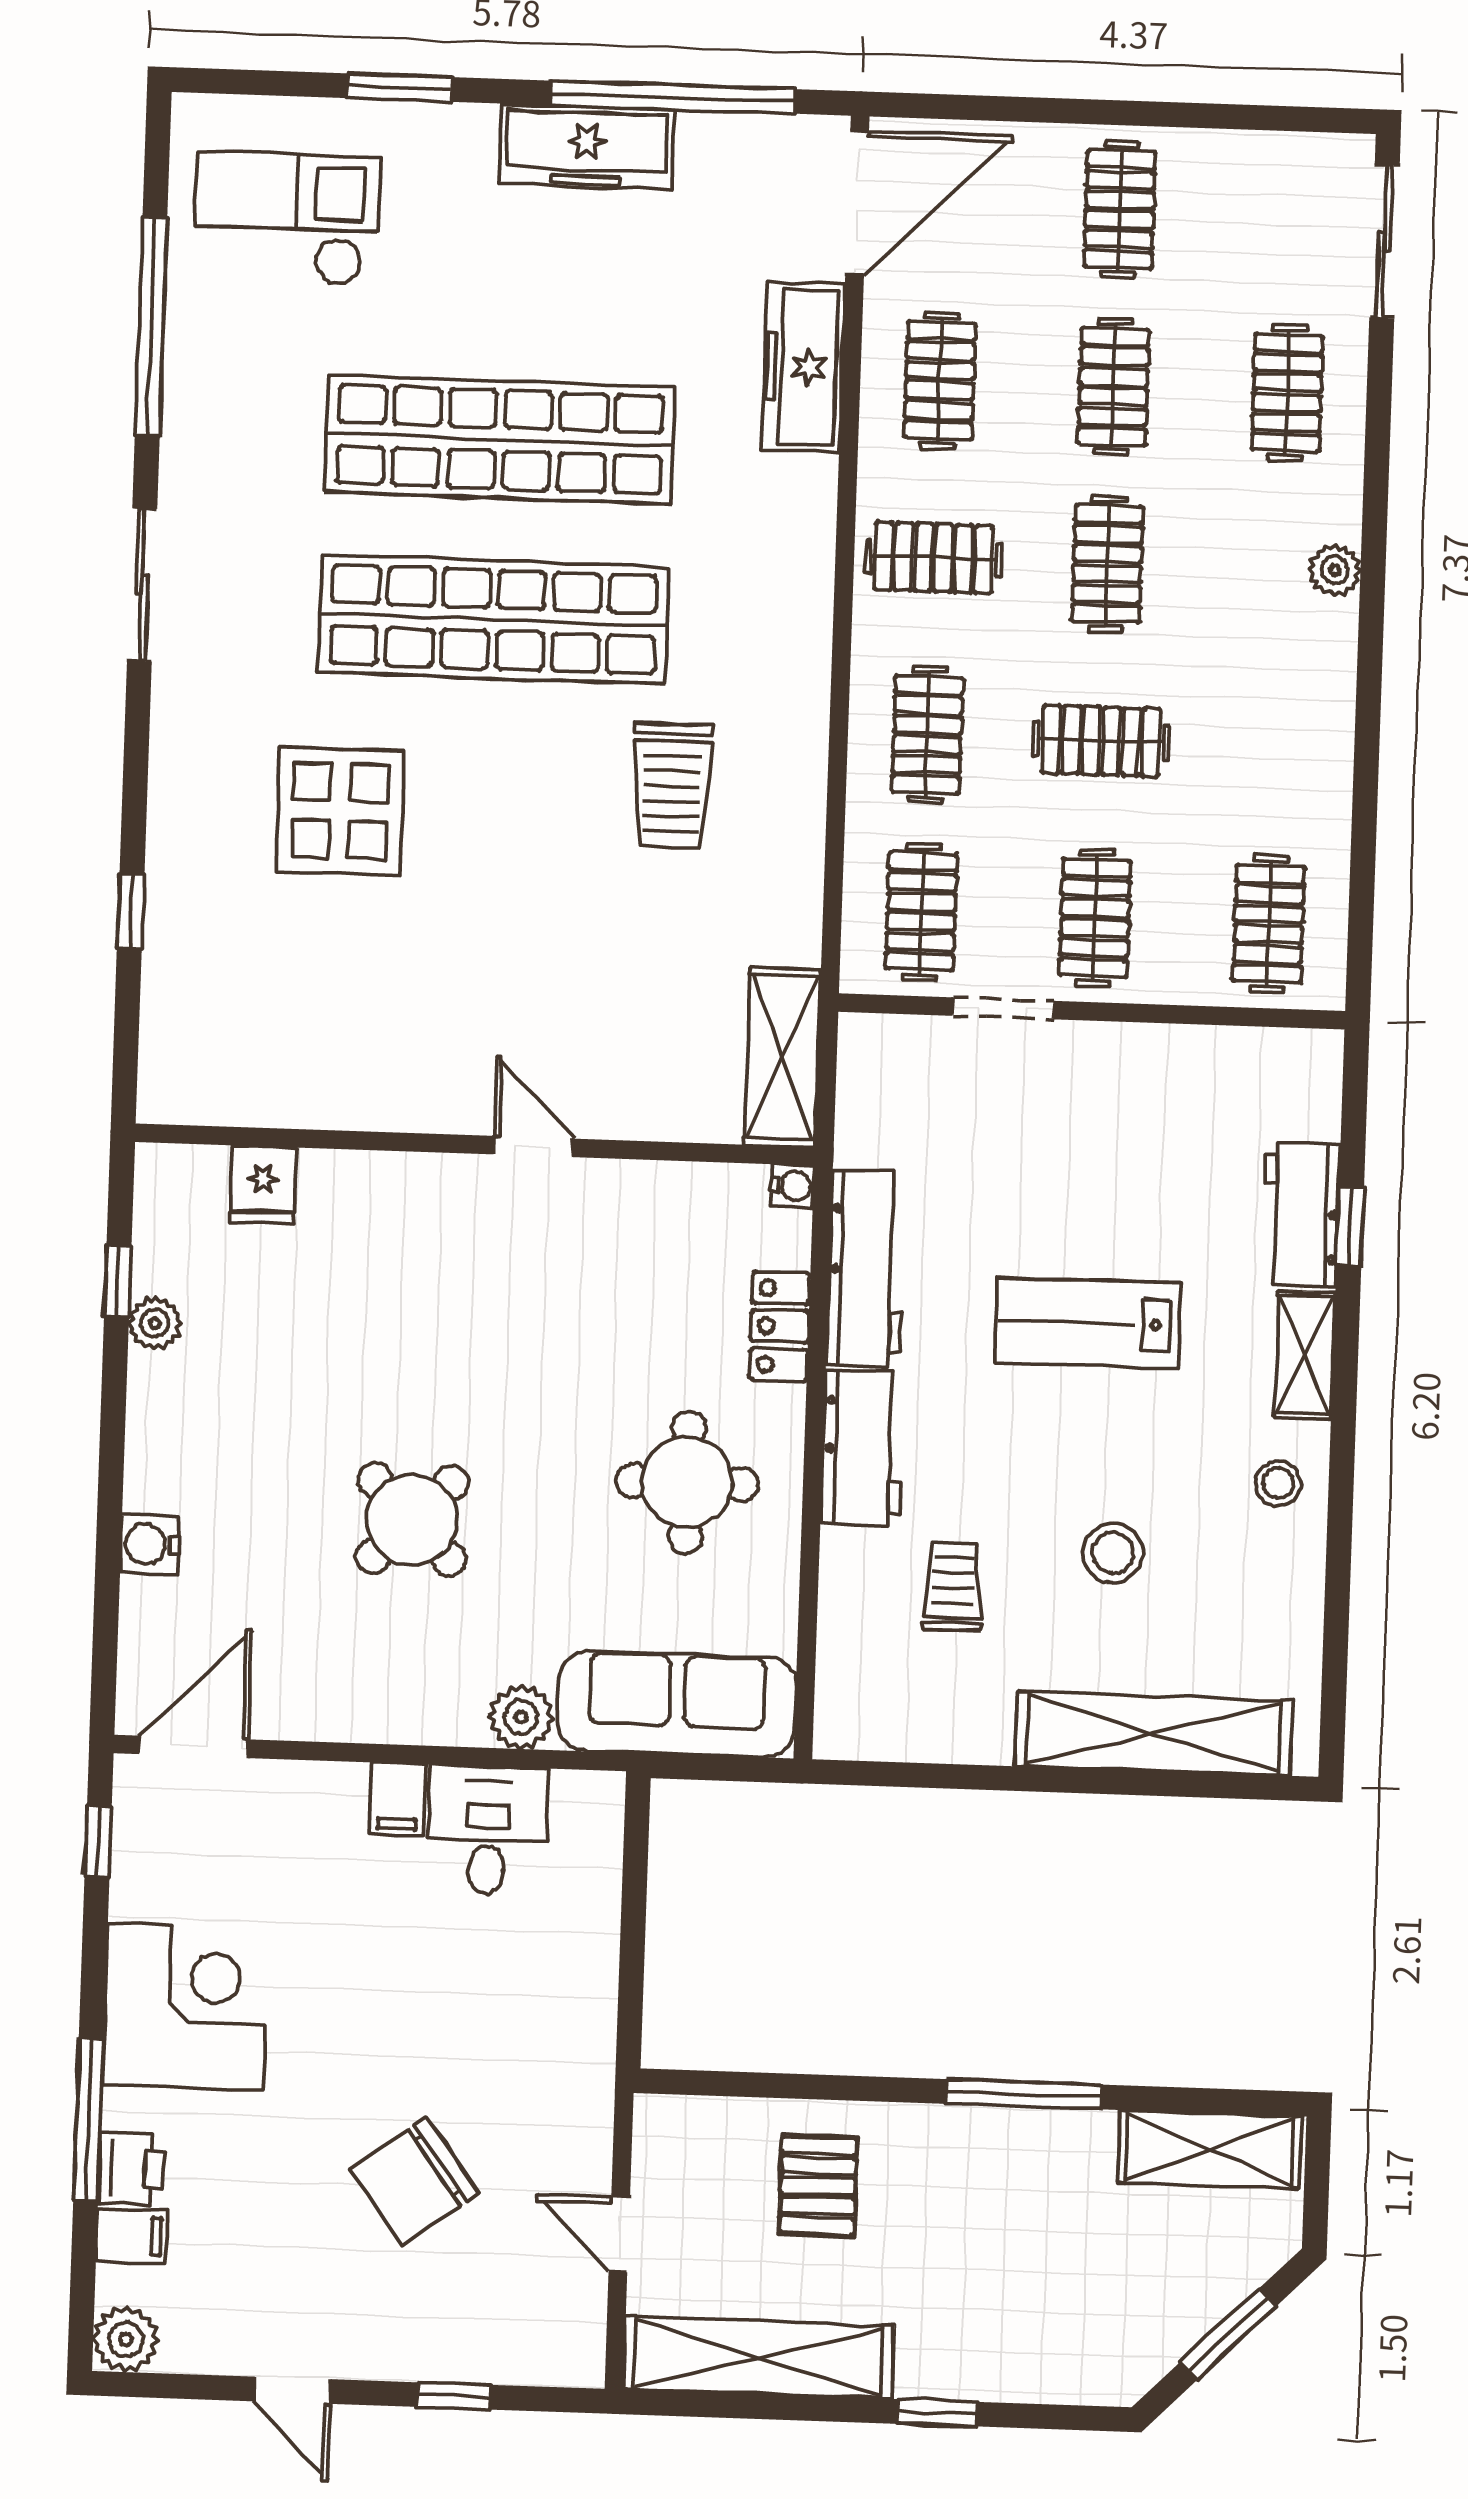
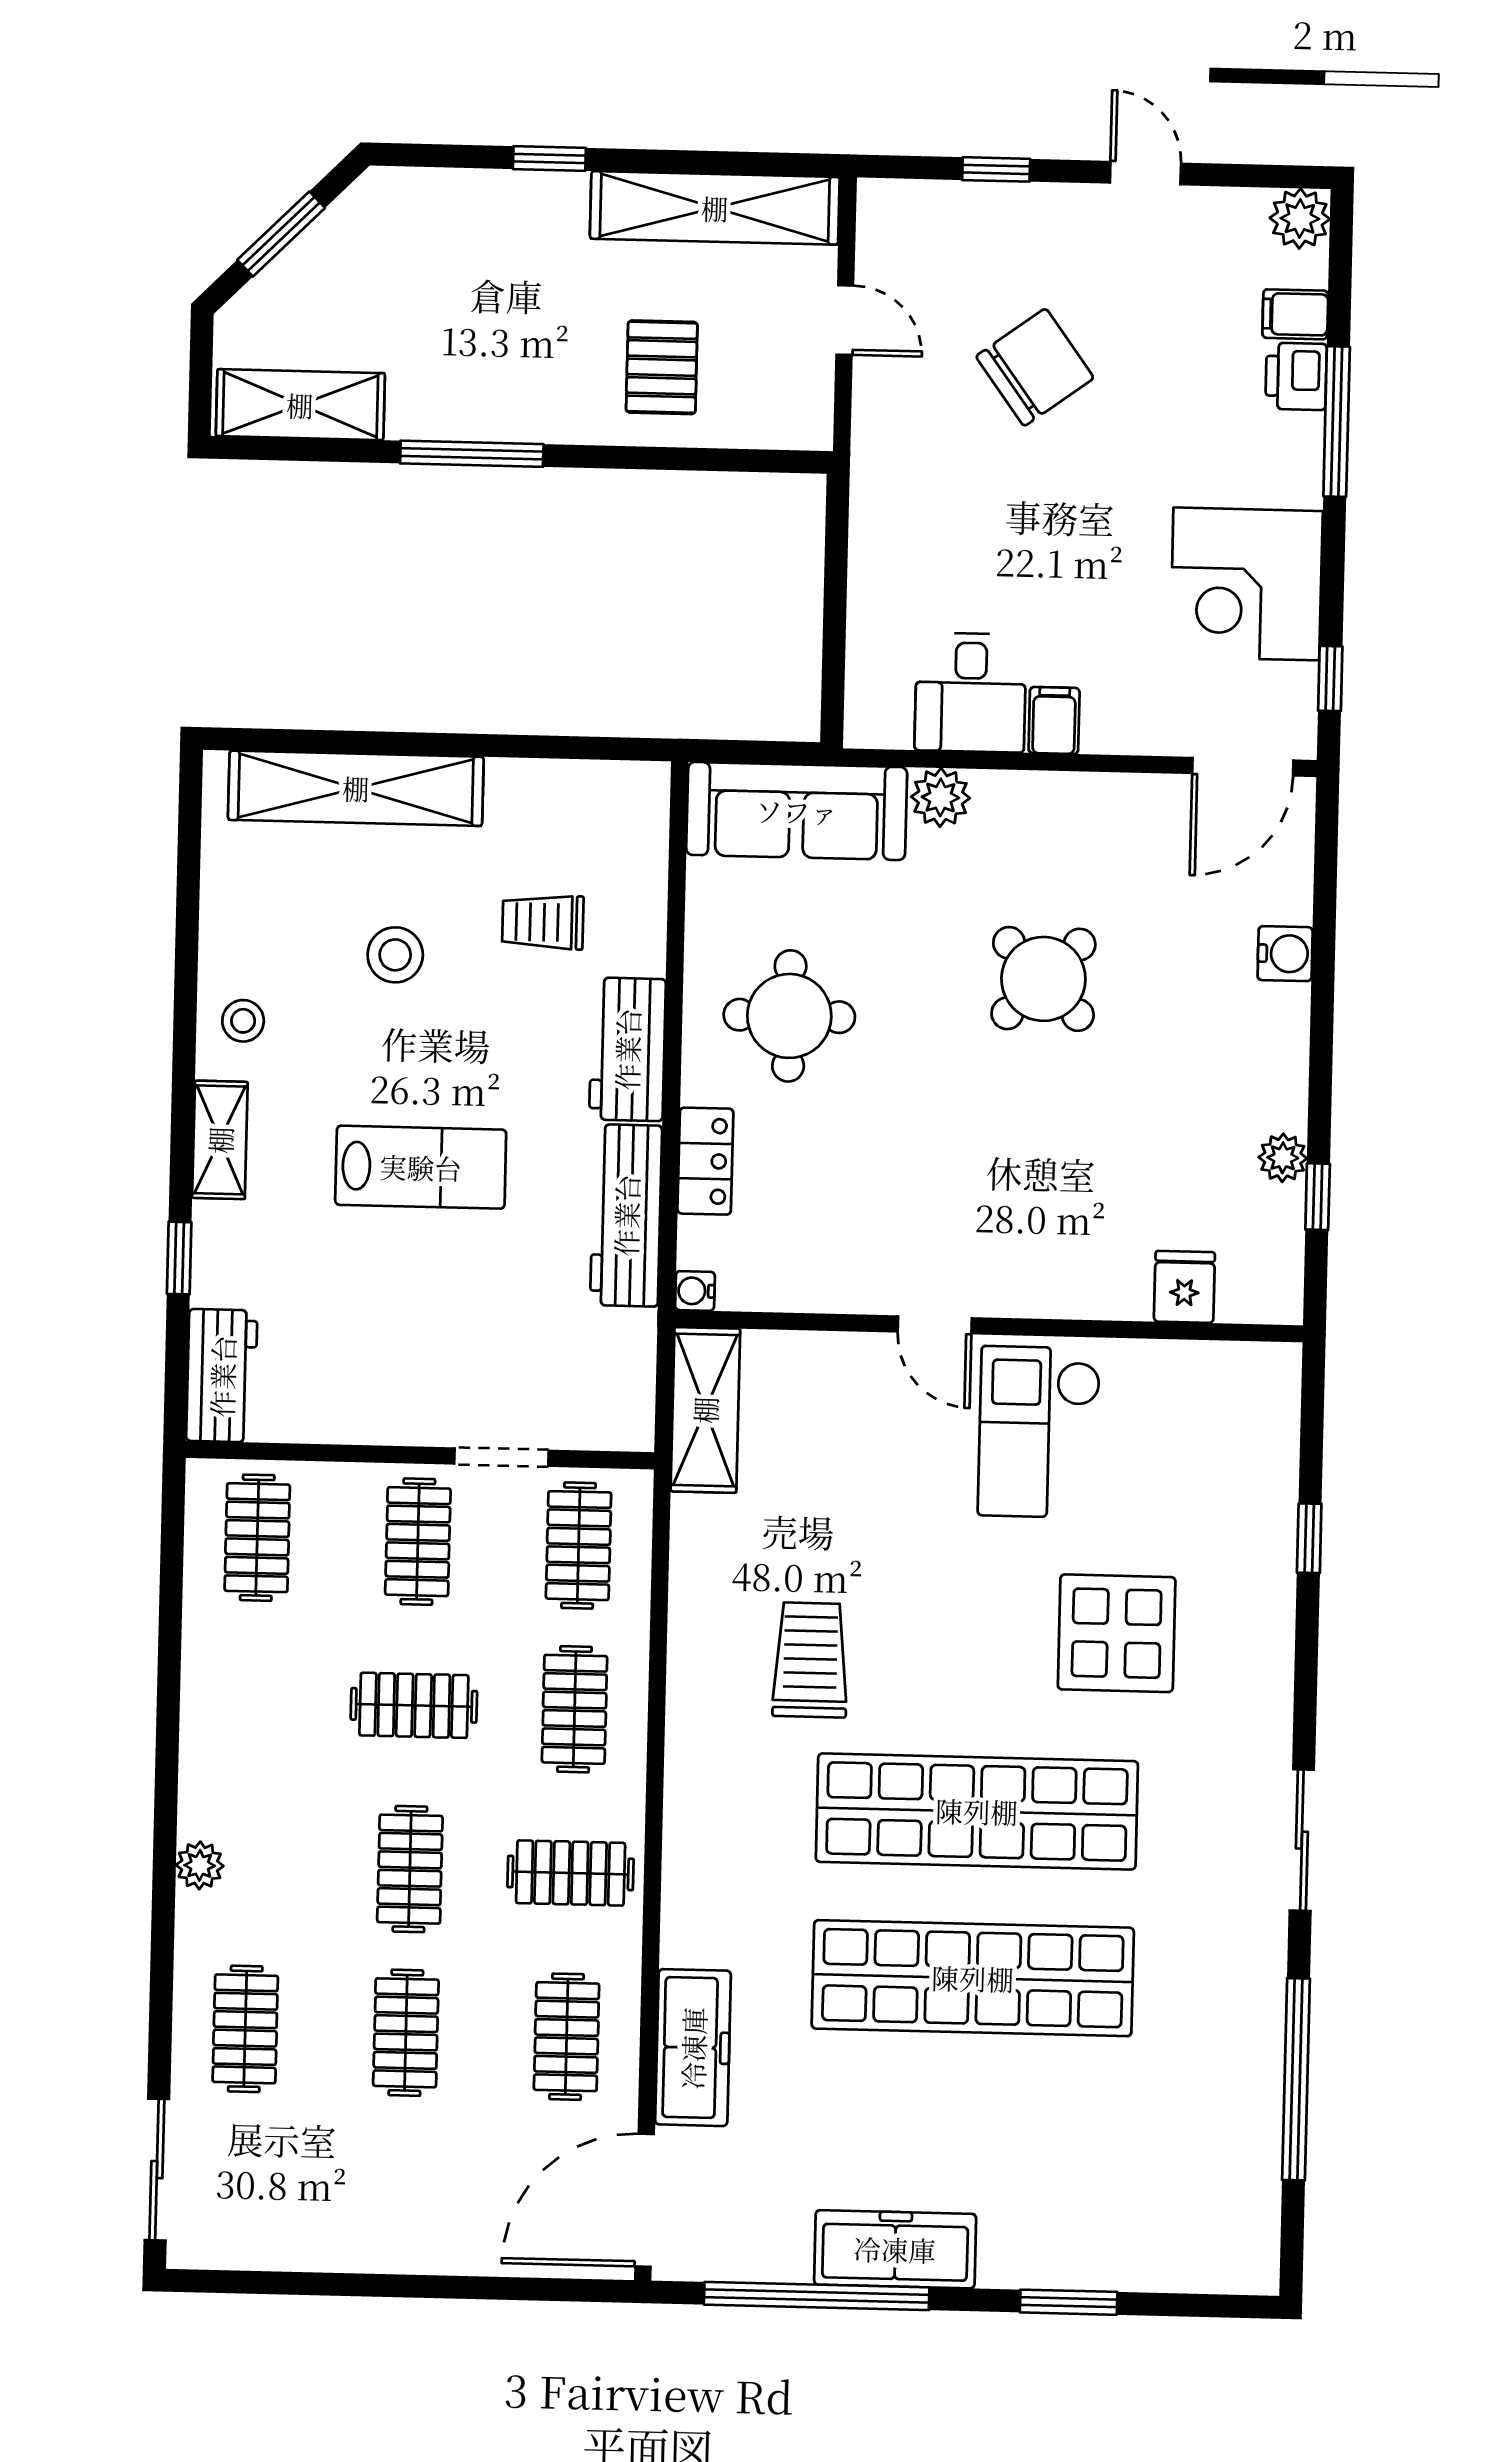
clothes rail: (1120, 210) -> (402, 2197), removed
checkout: (286, 218) -> (1039, 1432), moved, turned 90
workbench: (1301, 1215) -> (222, 1376), moved
trolley: (953, 1587) -> (543, 922), turned 90
corner desk: (186, 2006) -> (1246, 584), moved

